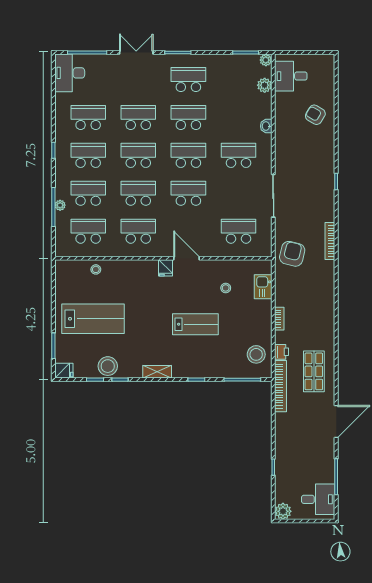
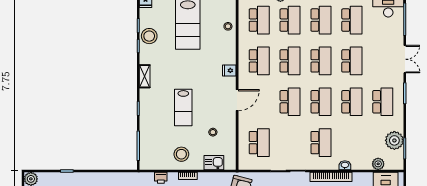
plant: (266, 60) -> (394, 140), moved, width x1.88, depth x1.88
fridge: (166, 268) -> (229, 70), moved
stool: (256, 354) -> (181, 154), moved
bookcase: (281, 386) -> (331, 177), moved

